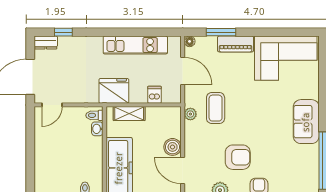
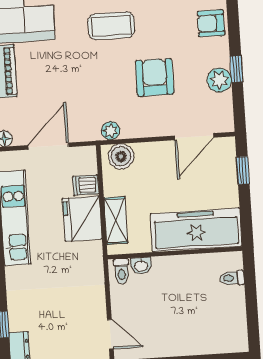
fridge: (114, 91) -> (82, 219), moved
coffee table: (216, 108) -> (111, 26), moved
boiler: (173, 147) -> (121, 156), moved
armchair: (238, 157) -> (155, 77), moved

